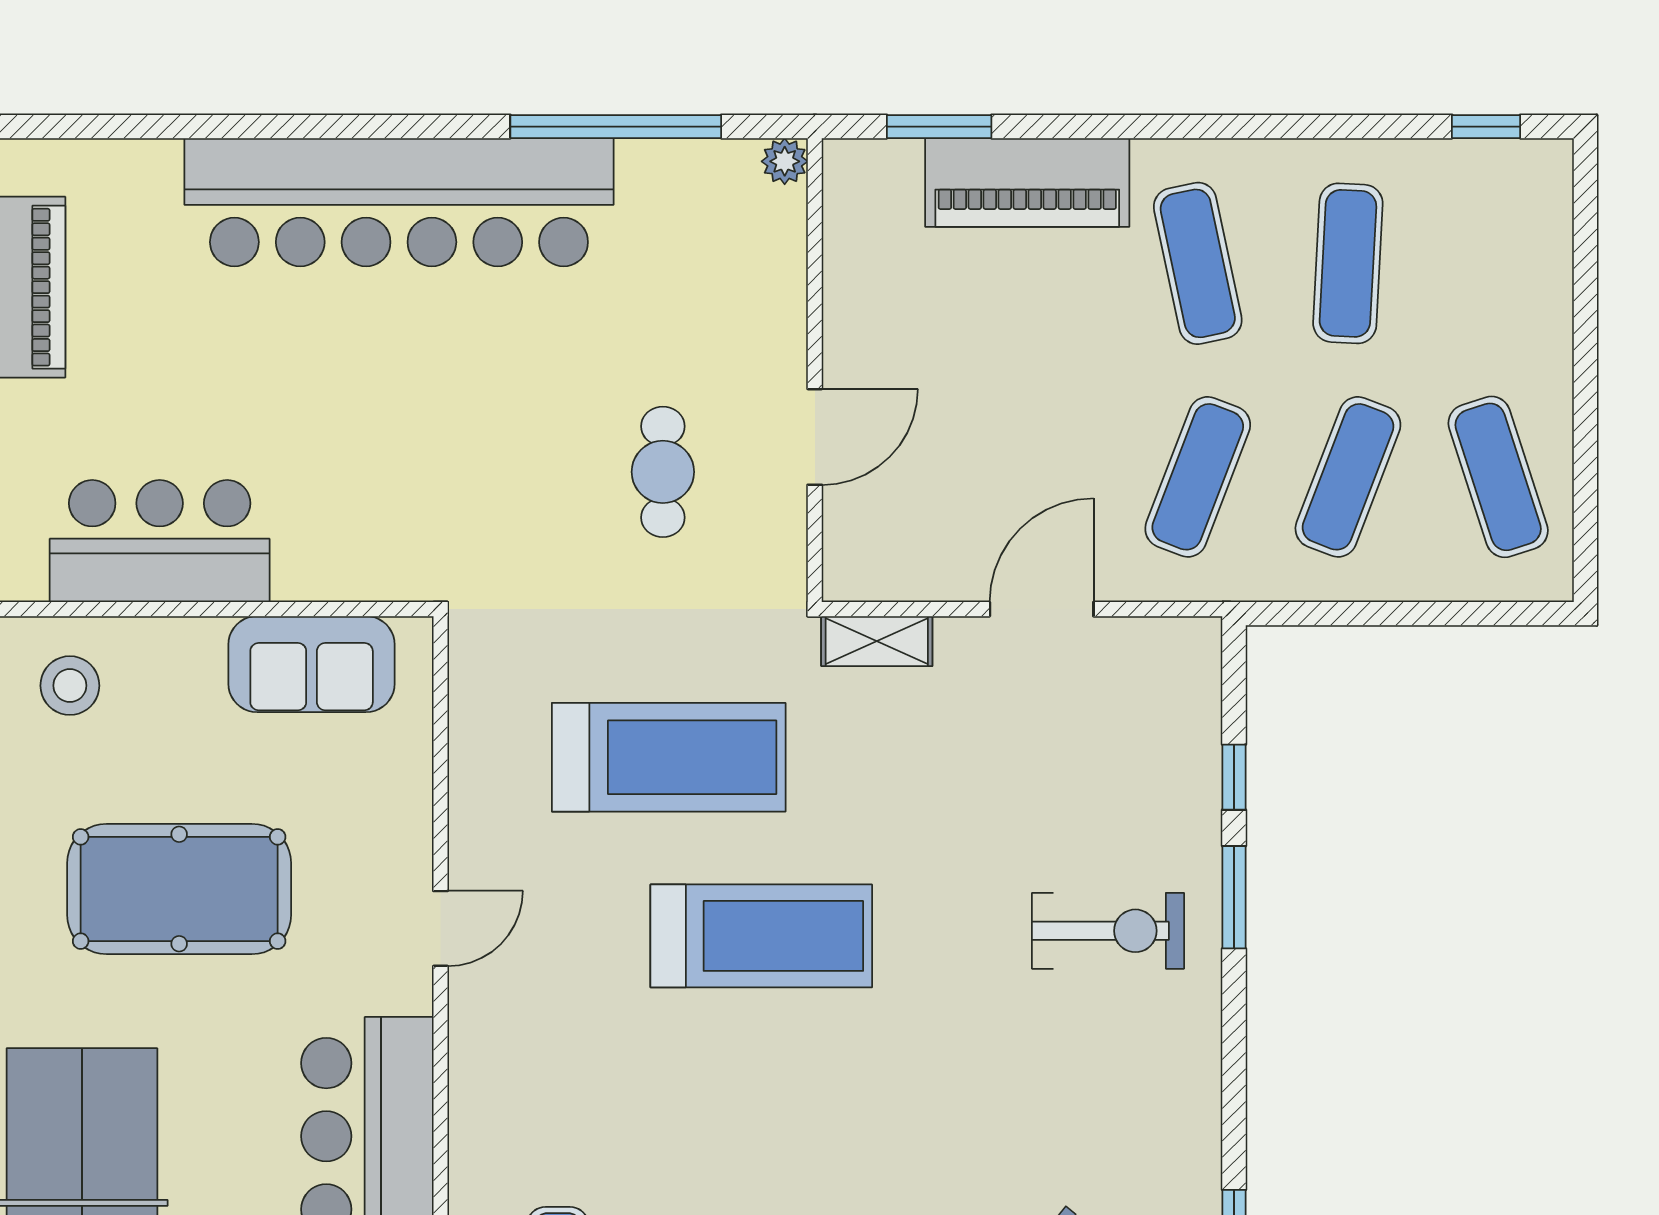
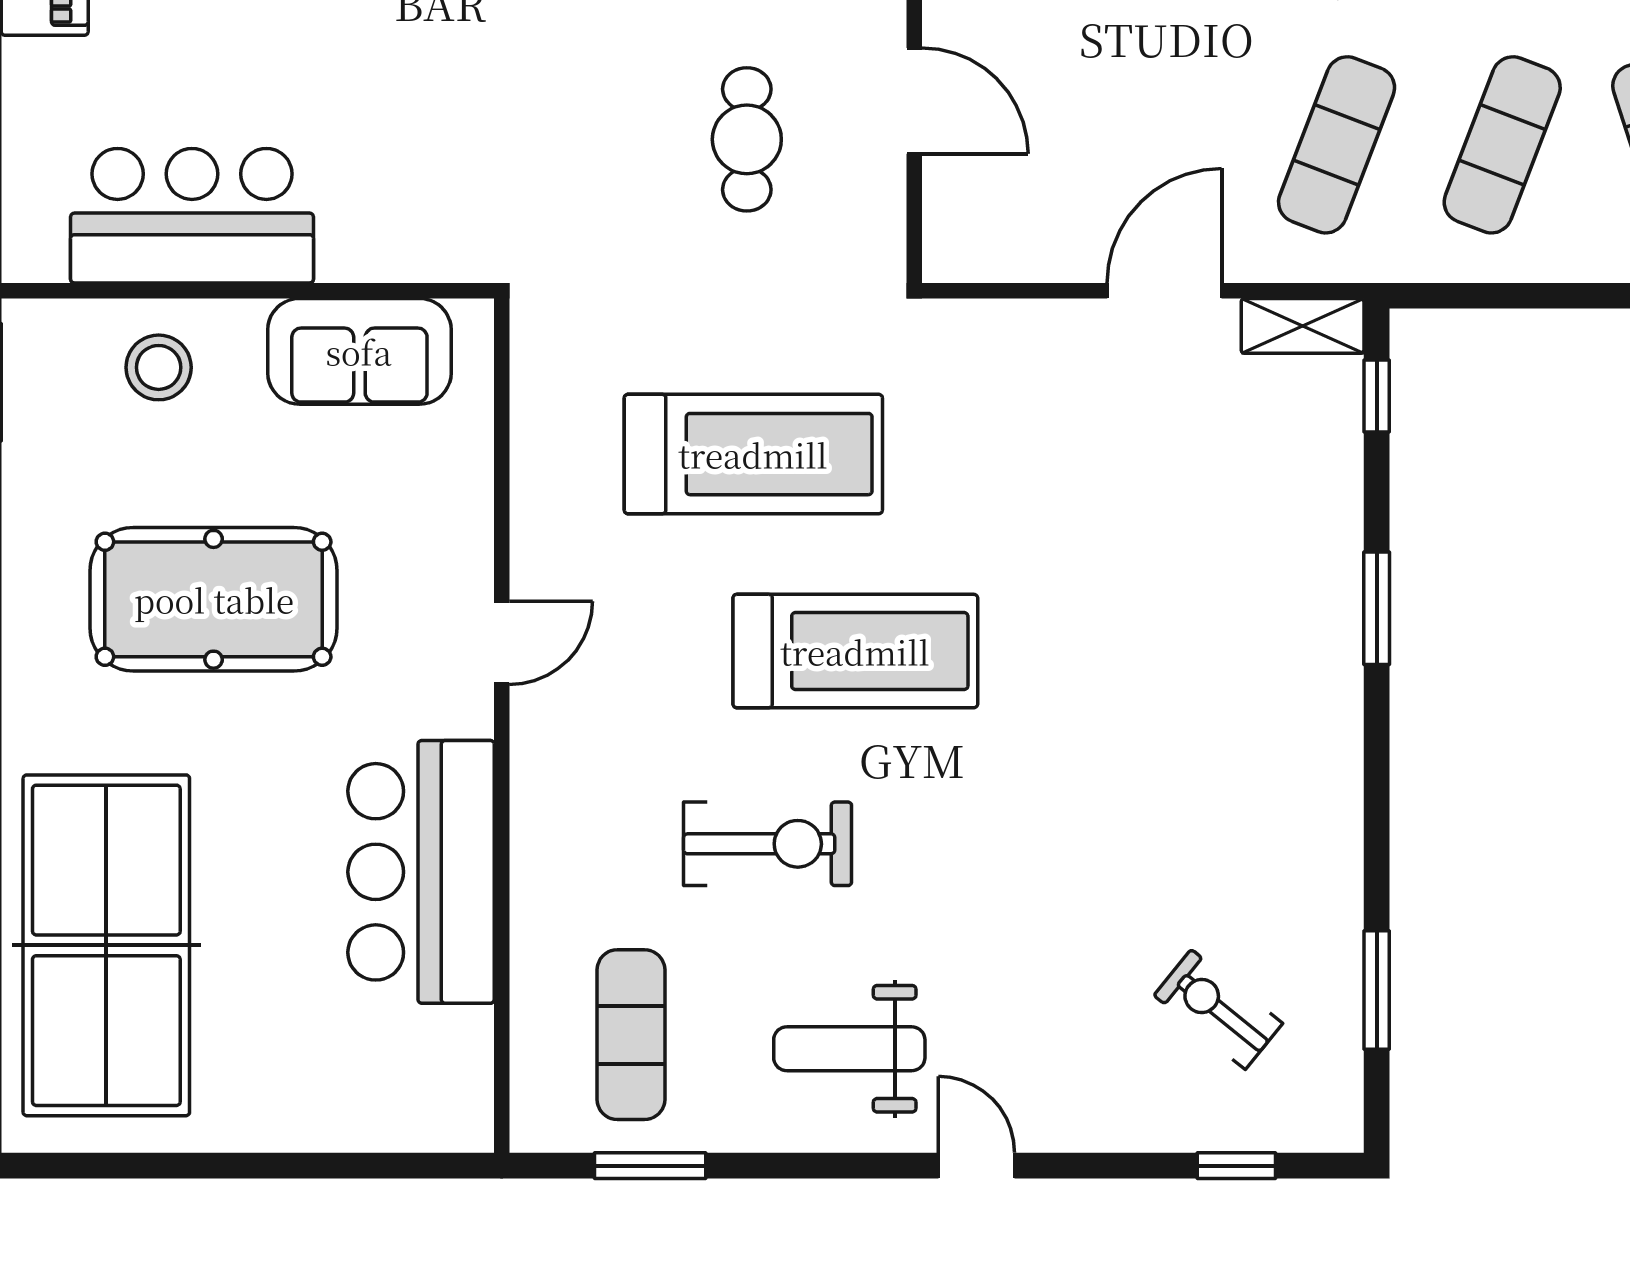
door: (815, 437) -> (914, 101), hinge flipped
shelving: (877, 641) -> (1303, 326), moved
stool: (70, 686) -> (159, 367), moved
window: (1234, 777) -> (1377, 396), moved
exercise bike: (1108, 931) -> (768, 844), moved

